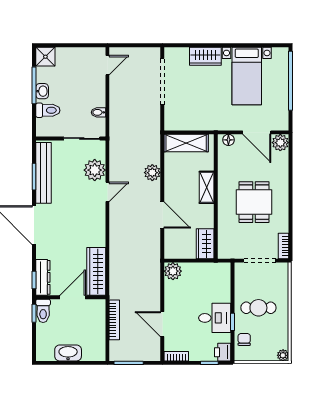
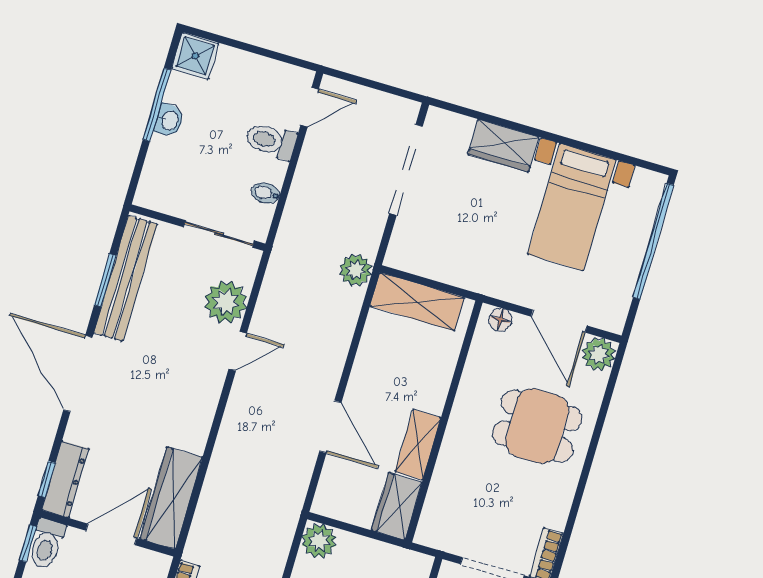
toilet: (48, 110) -> (271, 141), moved, turned 180
plant: (152, 173) -> (356, 270), moved
shelving: (207, 187) -> (418, 445), moved
dining table: (254, 202) -> (537, 426), moved, turned 90

